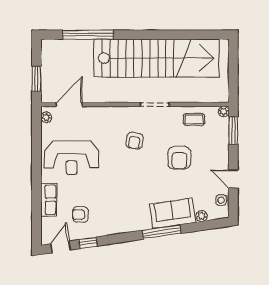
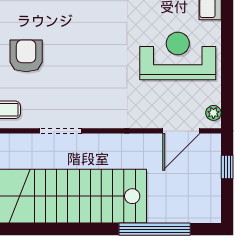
window: (37, 79) -> (227, 167), width x0.67
armchair: (135, 141) -> (89, 80), removed

